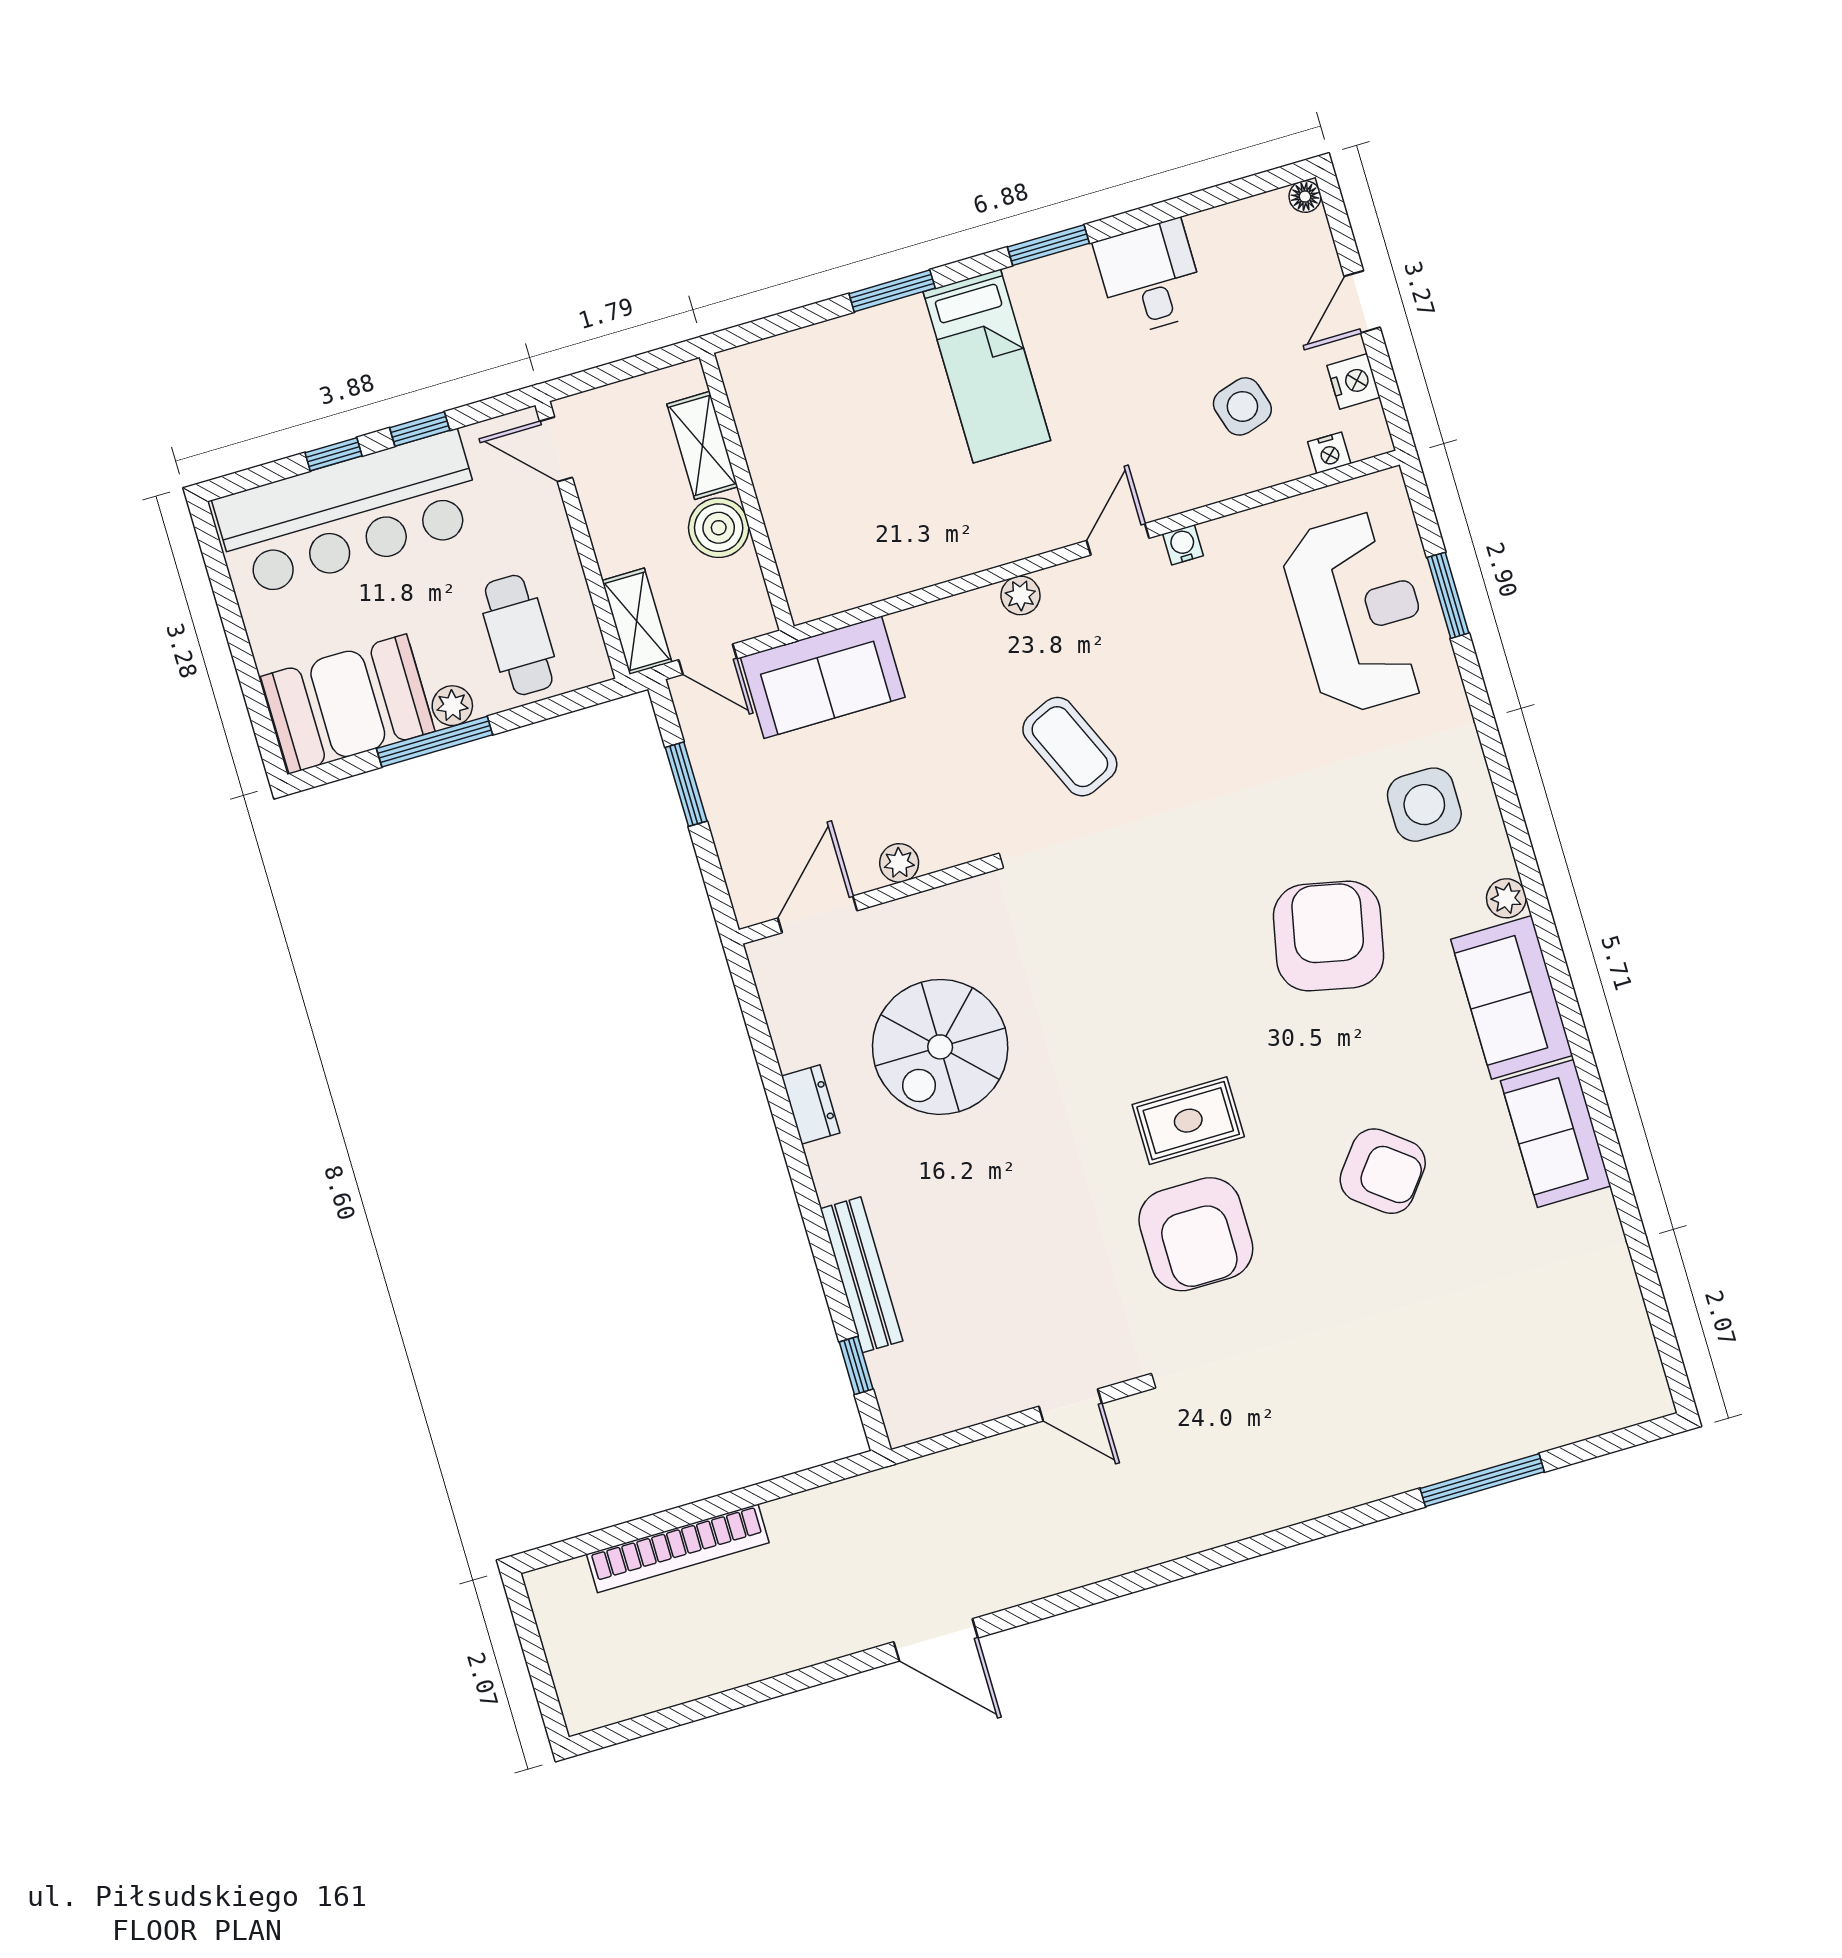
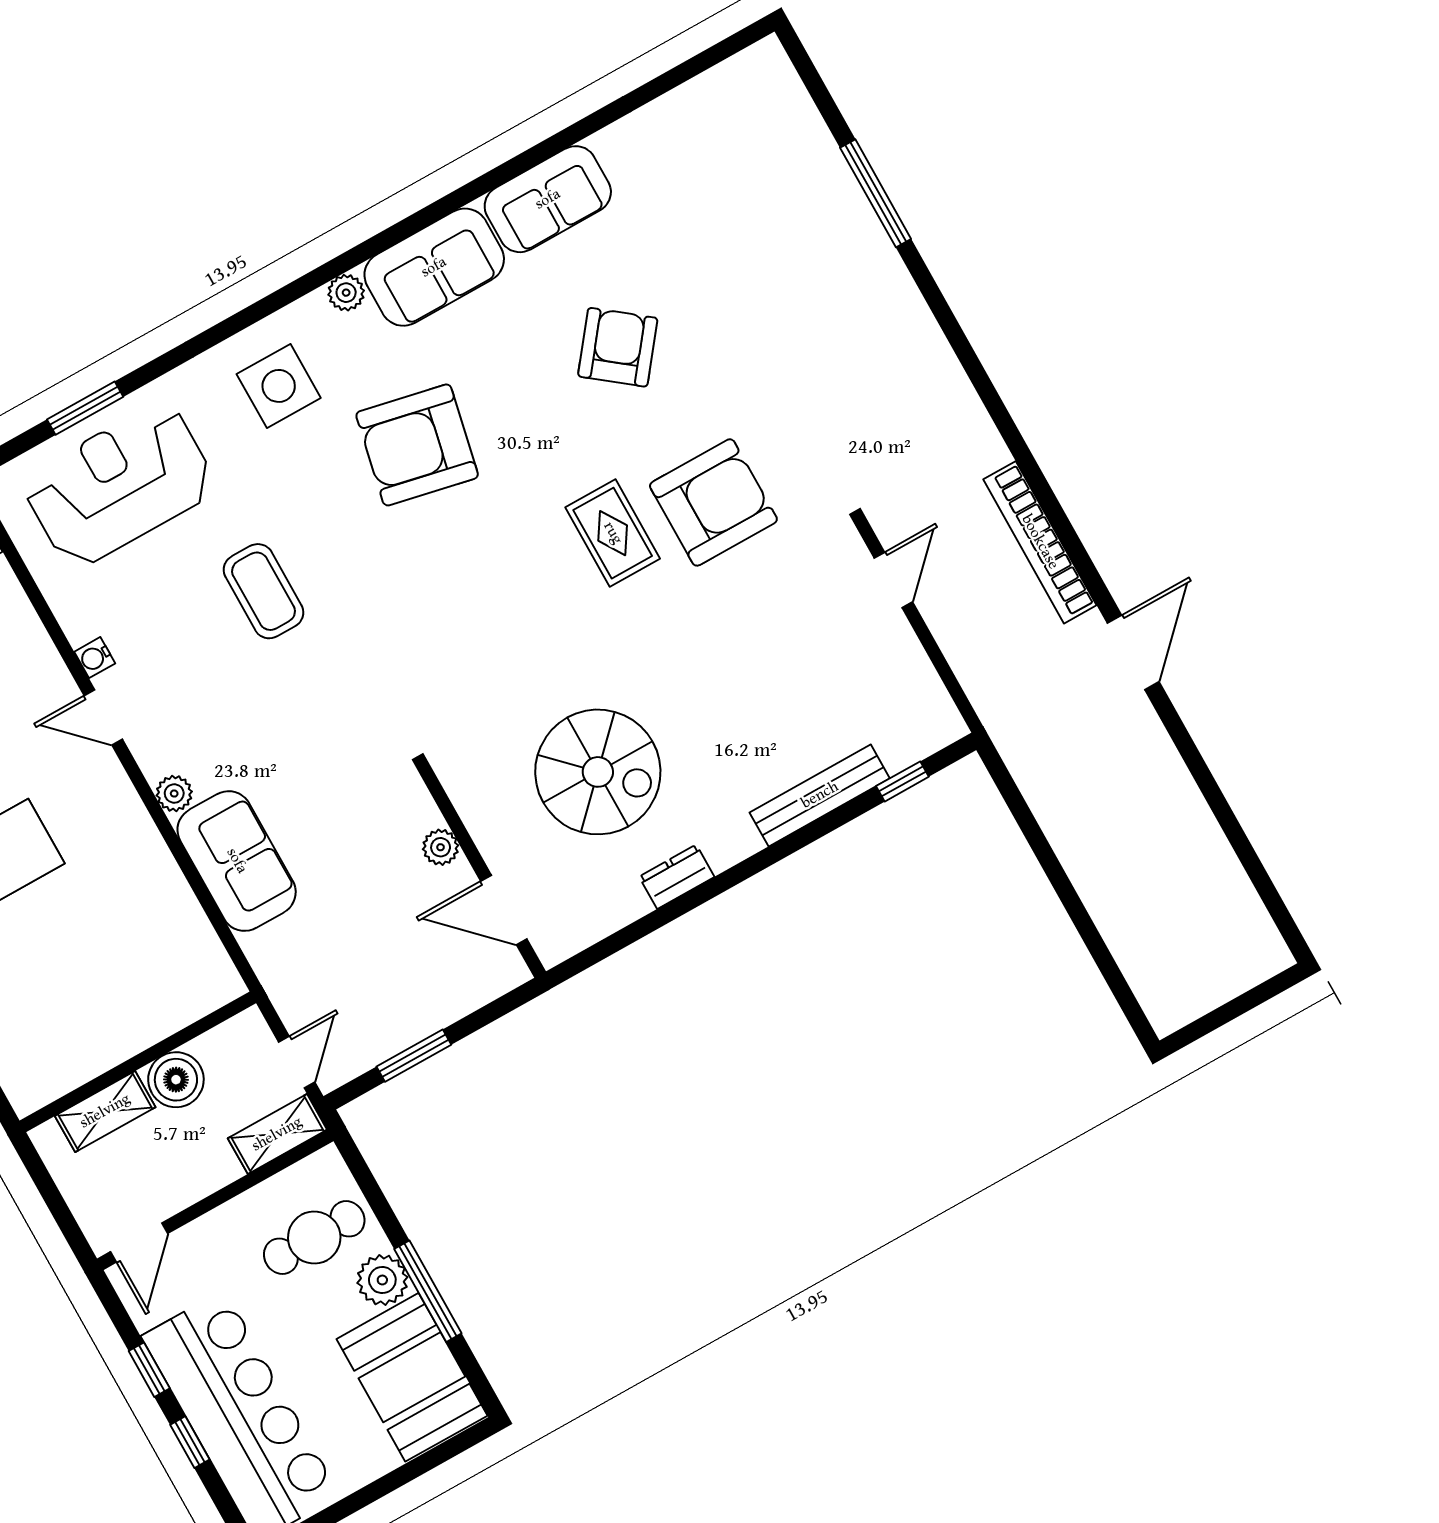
sofa: (823, 677) -> (237, 861), moved
plant: (452, 706) -> (382, 1280), width x1.38, depth x1.38
coffee table: (1070, 747) -> (264, 591), moved, turned -66
bookcase: (678, 1548) -> (1040, 542), moved, turned 180

